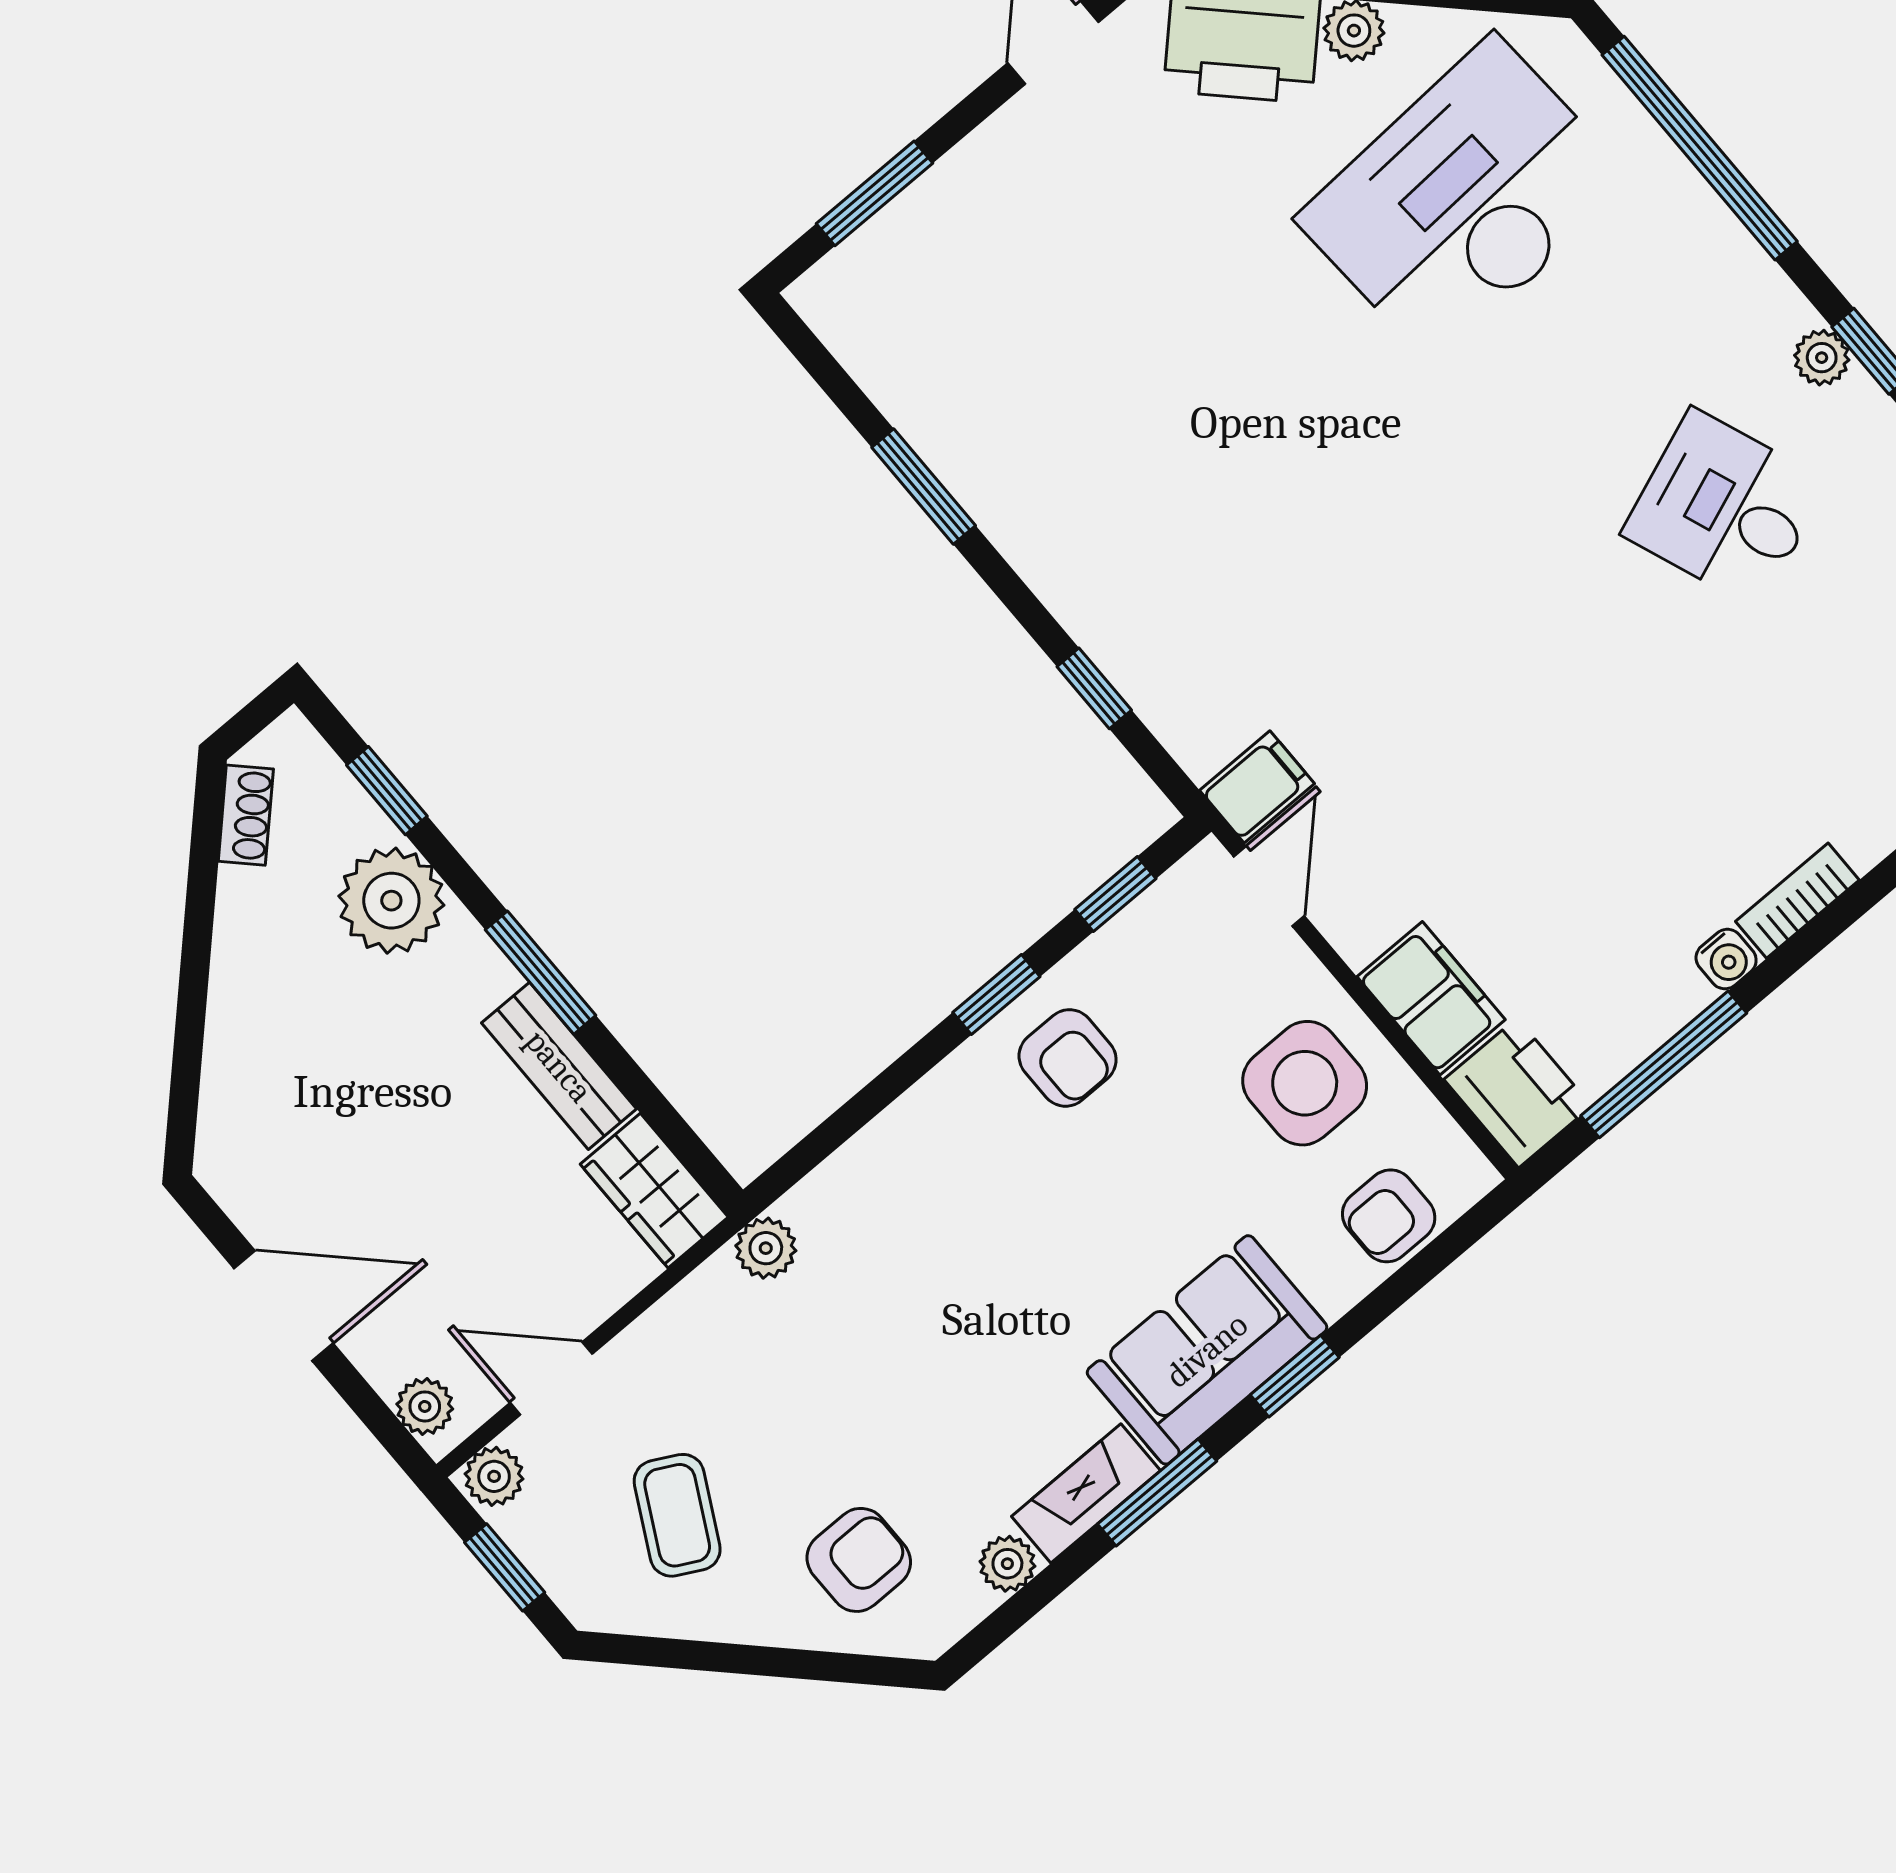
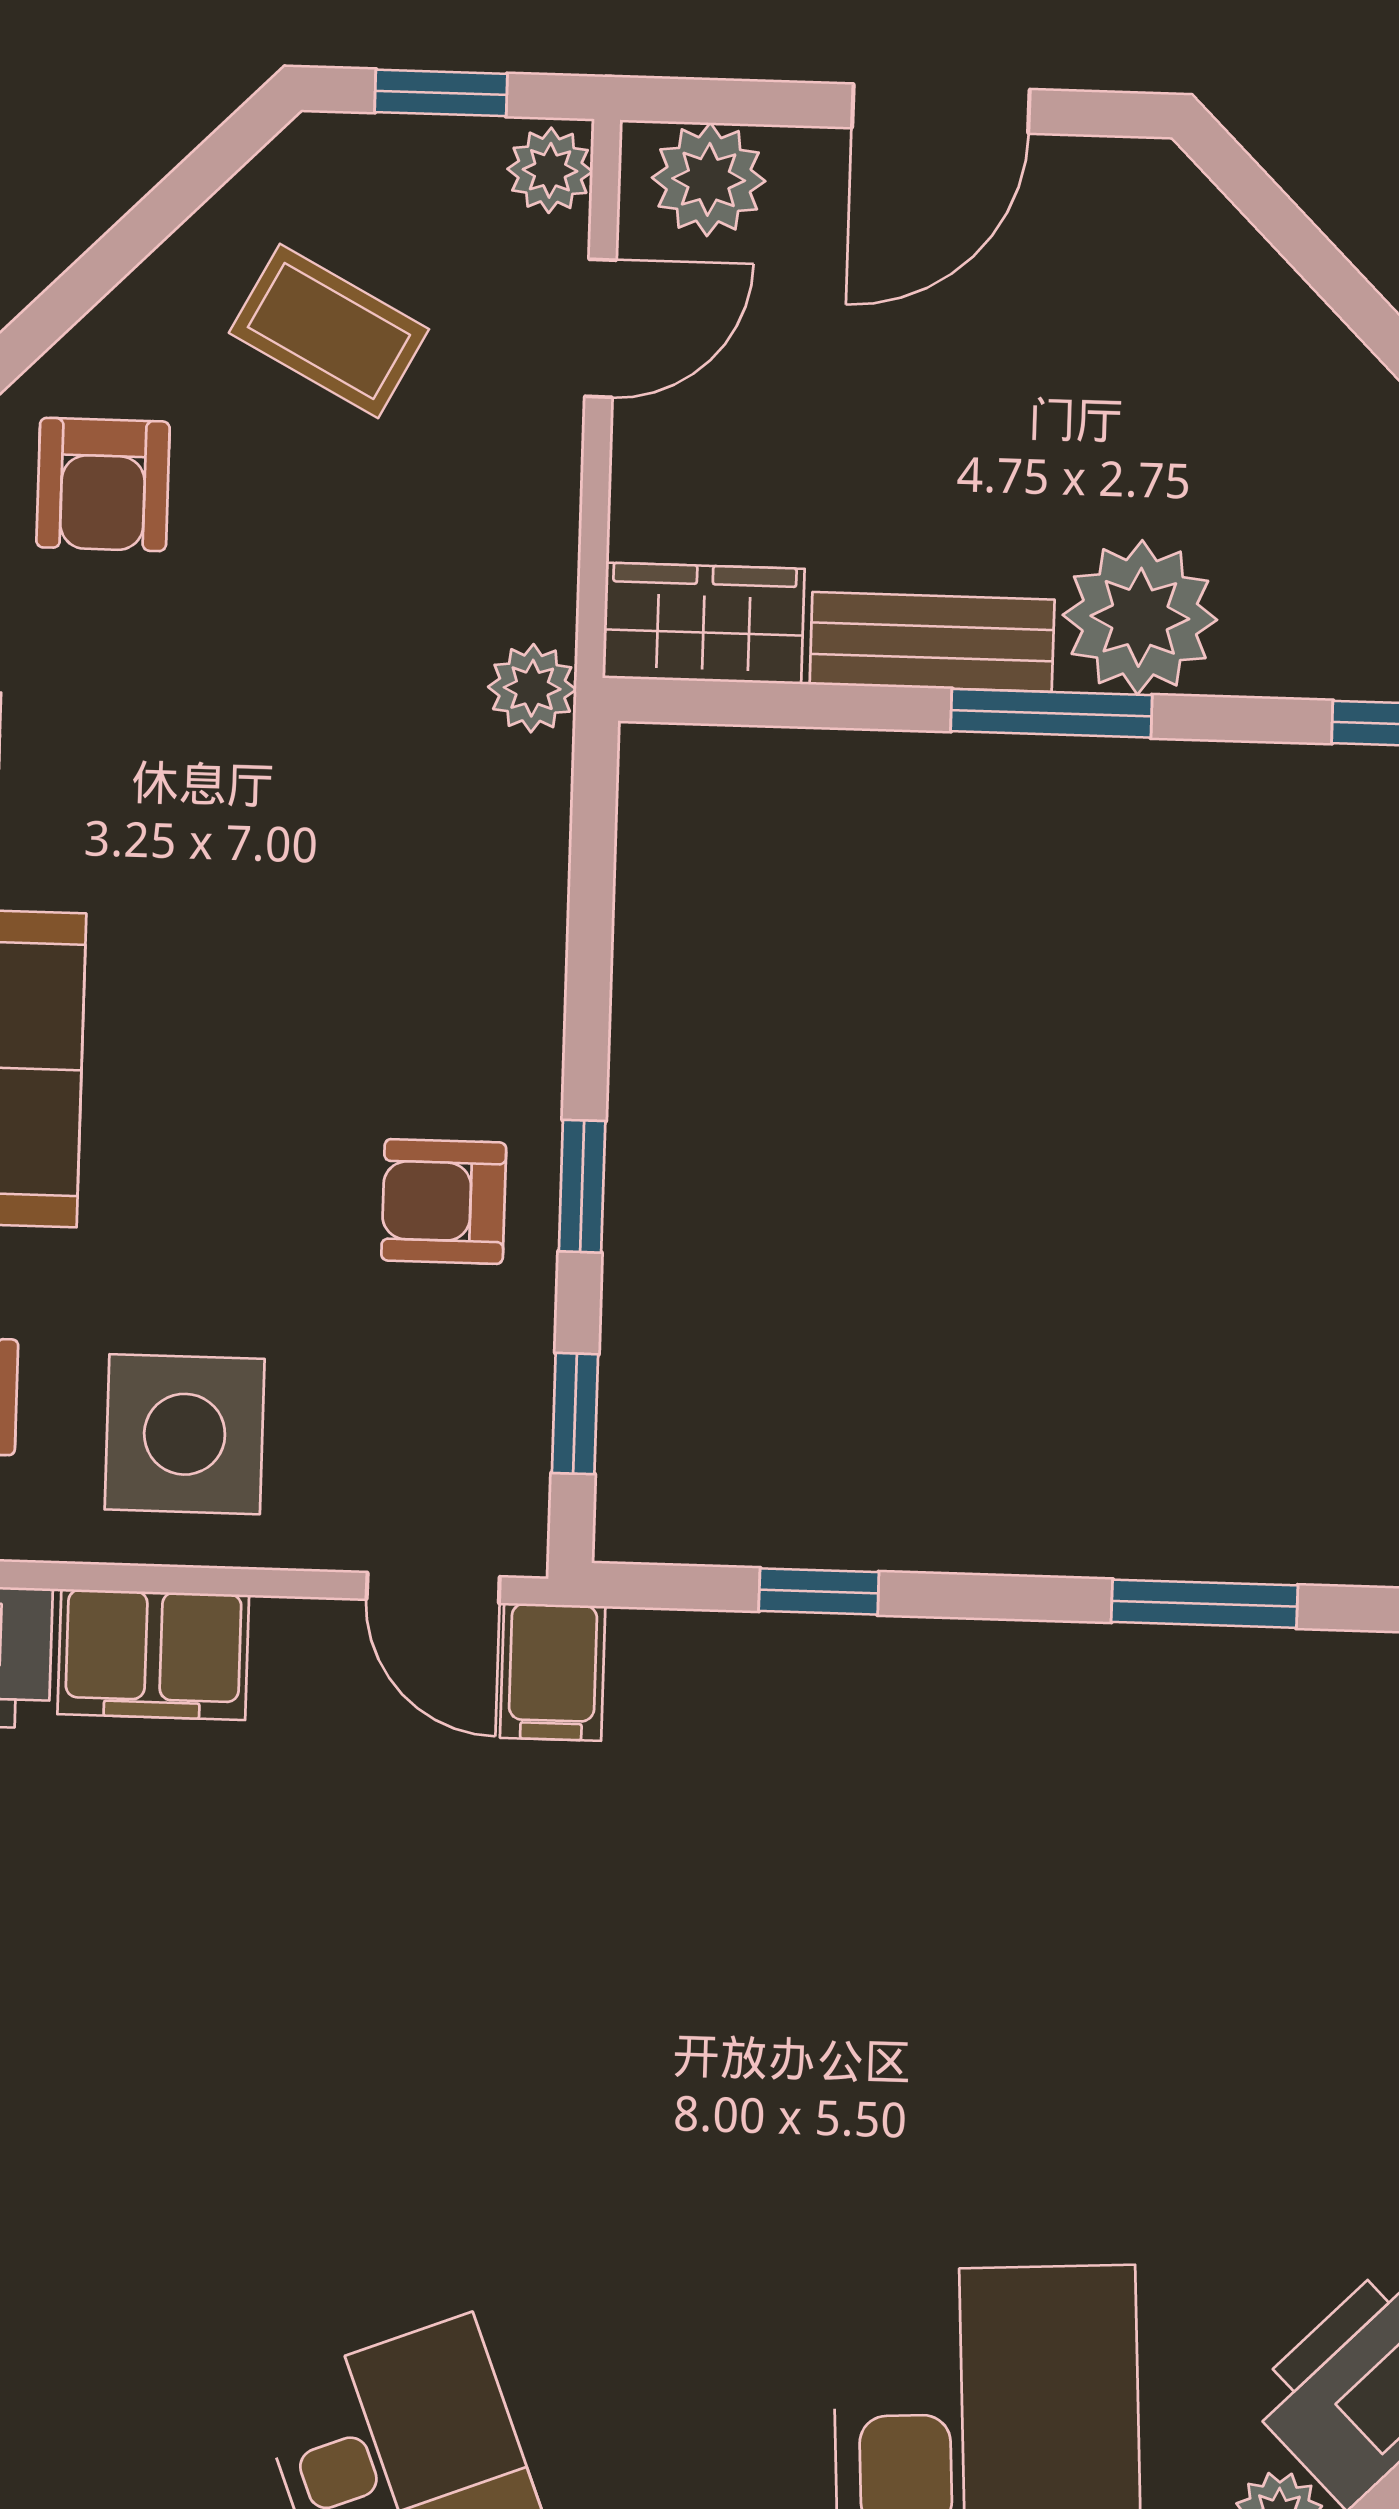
plant: (391, 901) -> (1140, 617), moved
plant: (425, 1406) -> (709, 179), width x1.38, depth x1.38

